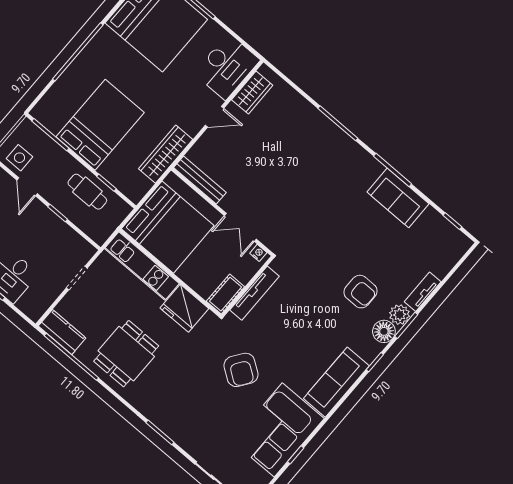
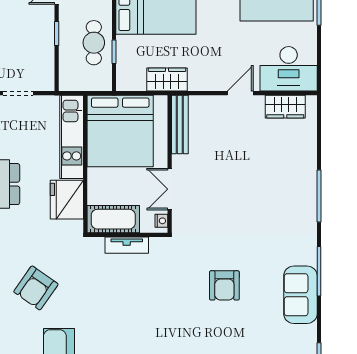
door: (215, 117) -> (240, 93), swing flipped
wardrobe: (166, 154) -> (167, 80), width x0.67
armchair: (361, 292) -> (224, 285), moved
tv unit: (254, 293) -> (127, 245), width x0.71
cot: (225, 294) -> (113, 219), width x1.37, depth x1.34
armchair: (241, 370) -> (36, 288), moved

